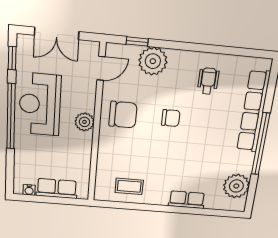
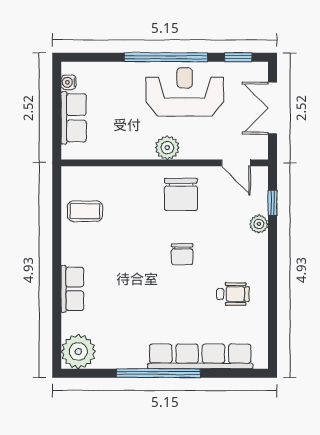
plant: (153, 61) -> (259, 224), width x0.53, depth x0.53
coffee table: (129, 186) -> (85, 211), turned 90
plant: (236, 186) -> (78, 352), moved

